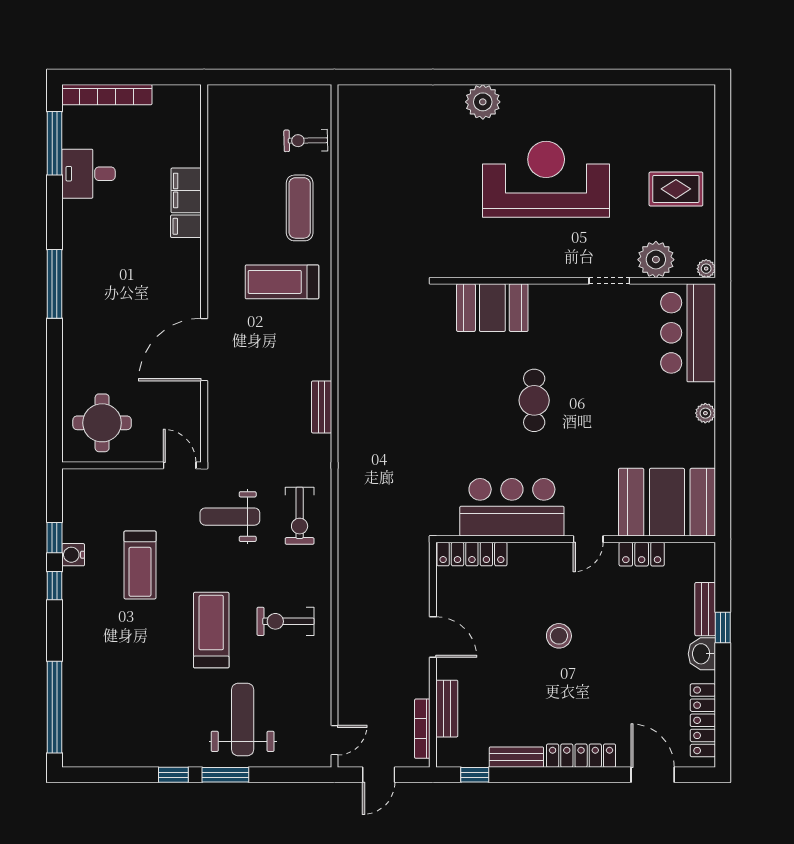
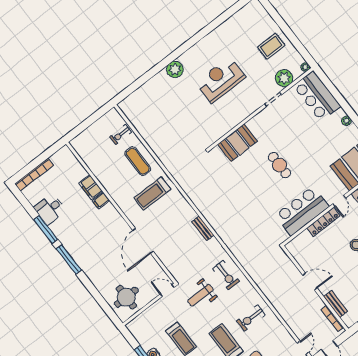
window: (54, 143) -> (46, 230), moved
reception desk: (546, 179) -> (221, 80), width x0.74, depth x0.77
locker: (472, 554) -> (323, 222), moved

